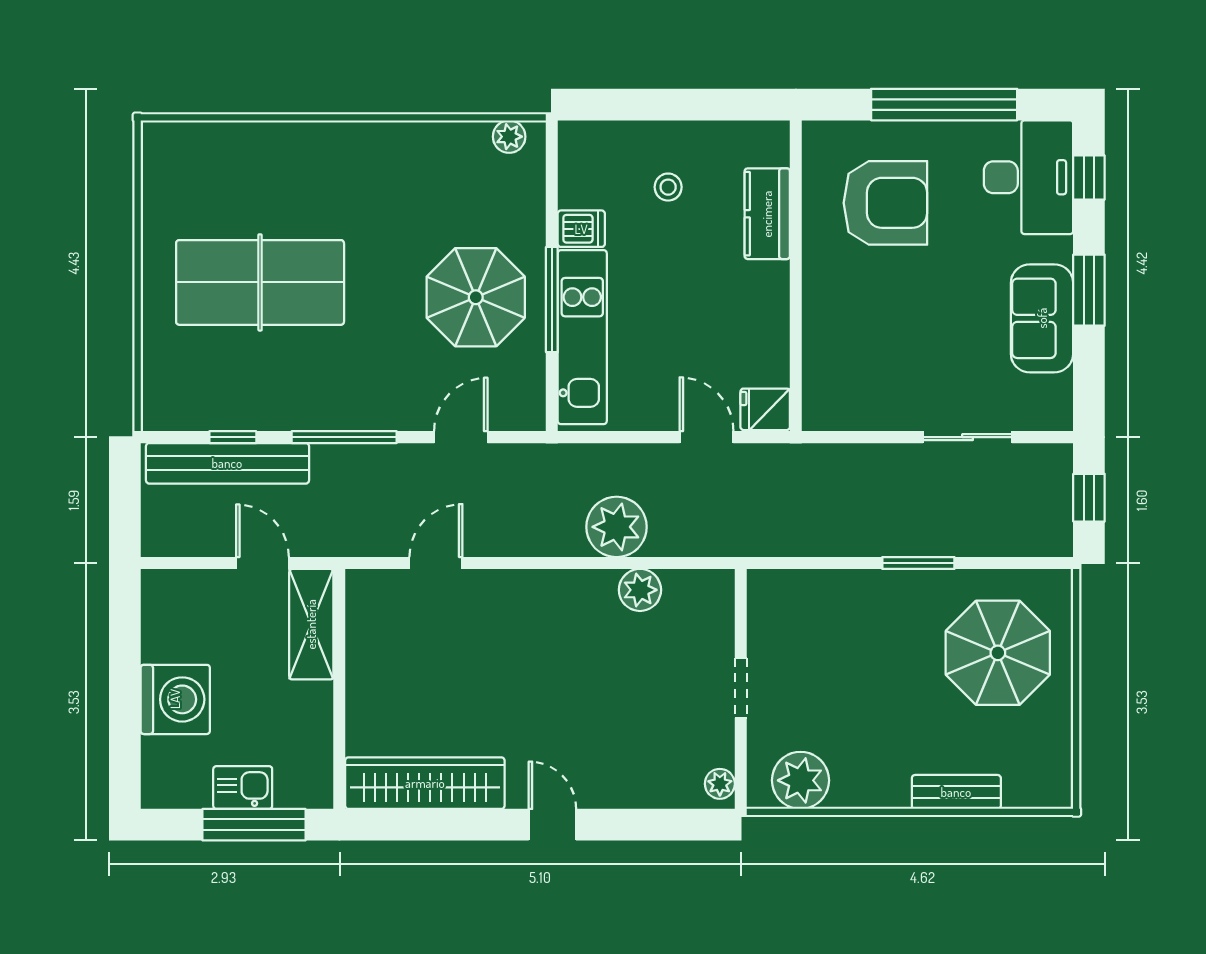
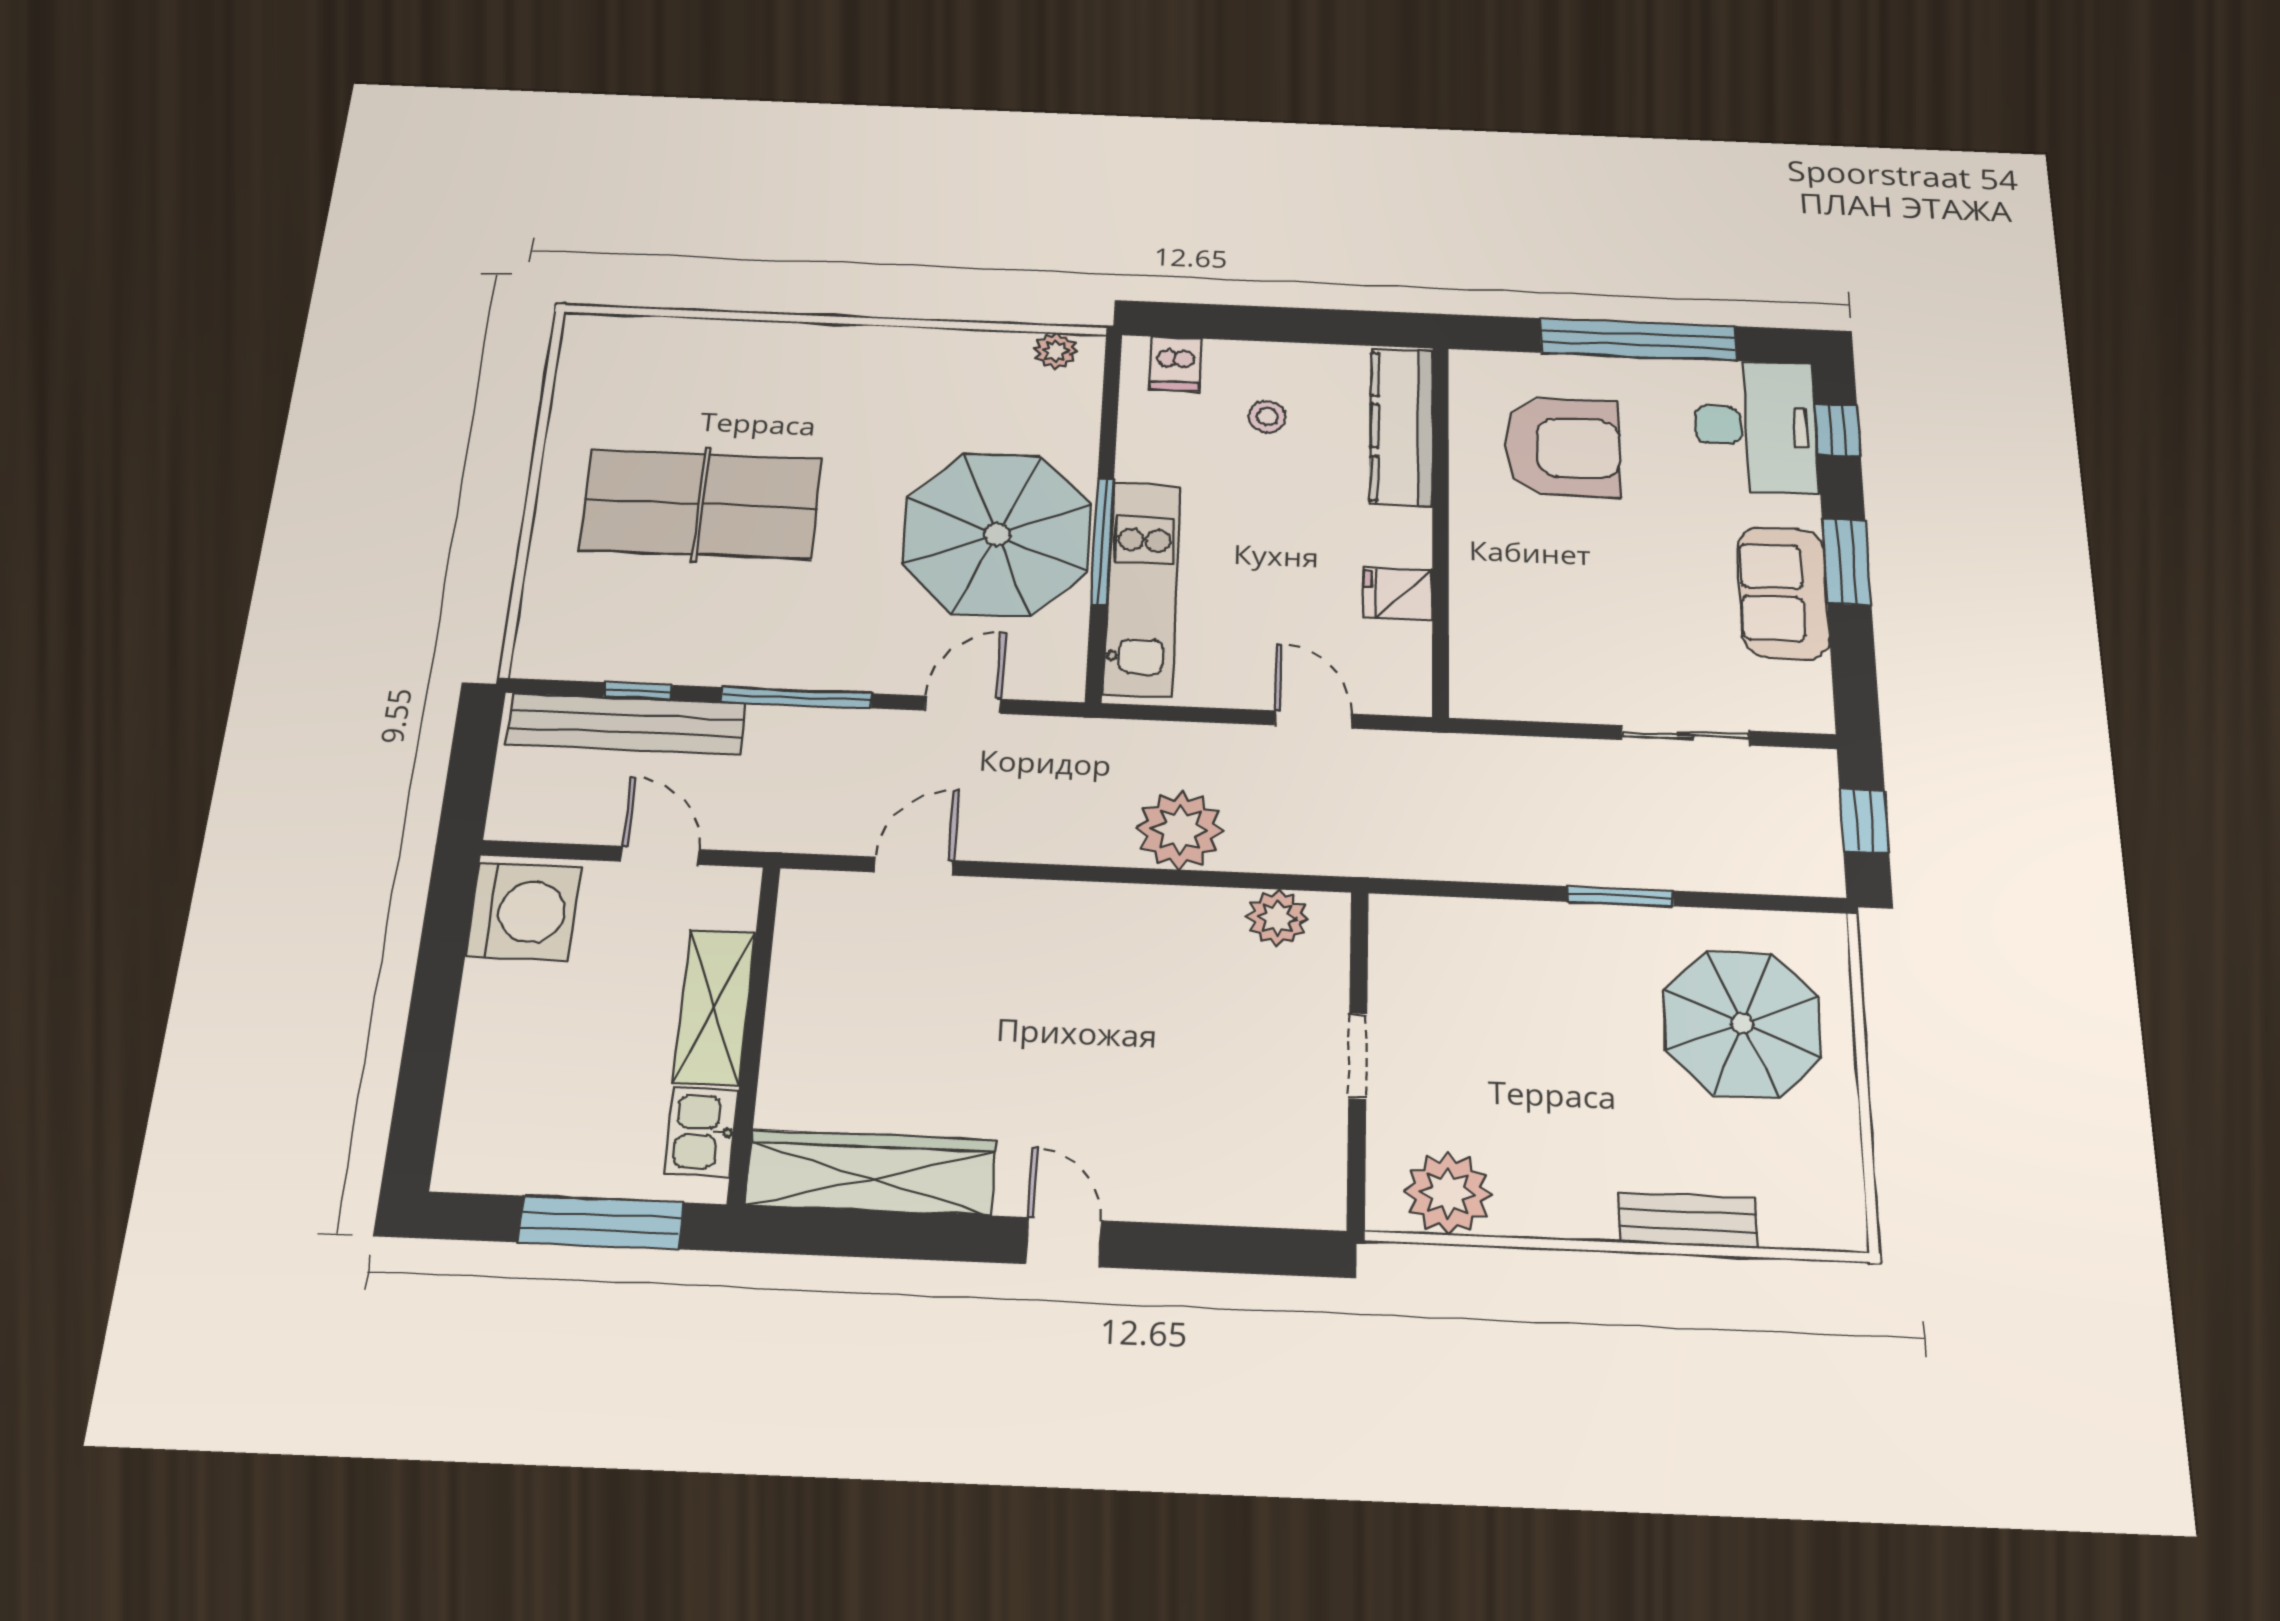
kitchen counter: (767, 214) -> (1402, 427), width x1.50
dishwasher: (581, 229) -> (1175, 364), moved, turned 90
parasol: (476, 297) -> (997, 534), width x1.36, depth x1.36
fridge: (765, 409) -> (1398, 594), moved
plant: (640, 590) -> (1277, 918), moved
shelving: (311, 624) -> (715, 1007), moved
washing machine: (175, 699) -> (523, 912), moved
plant: (720, 784) -> (1324, 1193), removed
kitchen sink: (243, 788) -> (702, 1132), moved, turned -90

